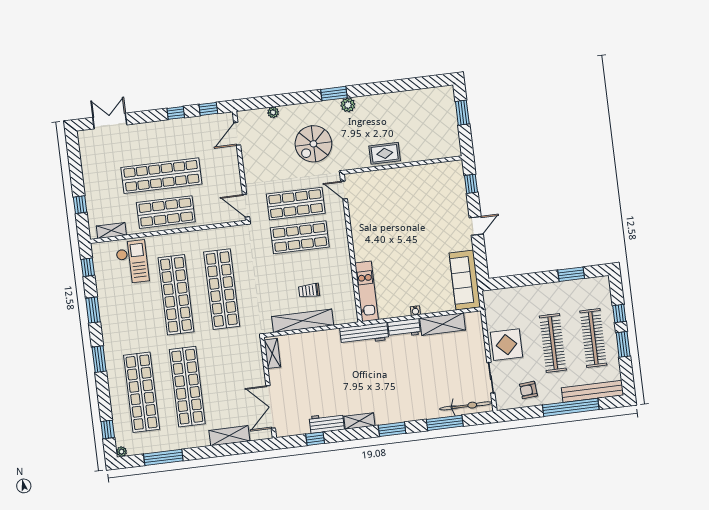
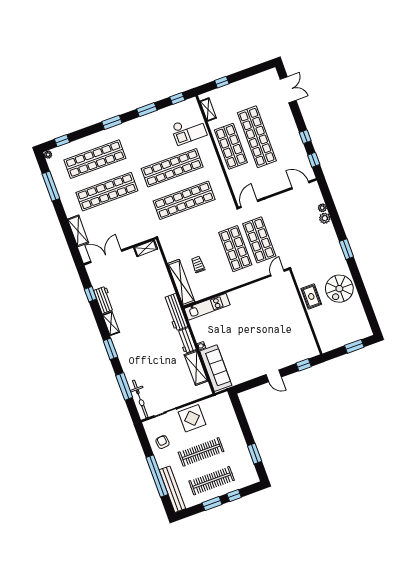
plant: (348, 105) -> (325, 218), moved
spiral stairs: (313, 144) -> (339, 289), moved, turned -90
sofa: (465, 280) -> (216, 368), moved, turned 90
shelving: (303, 321) -> (181, 283), moved

